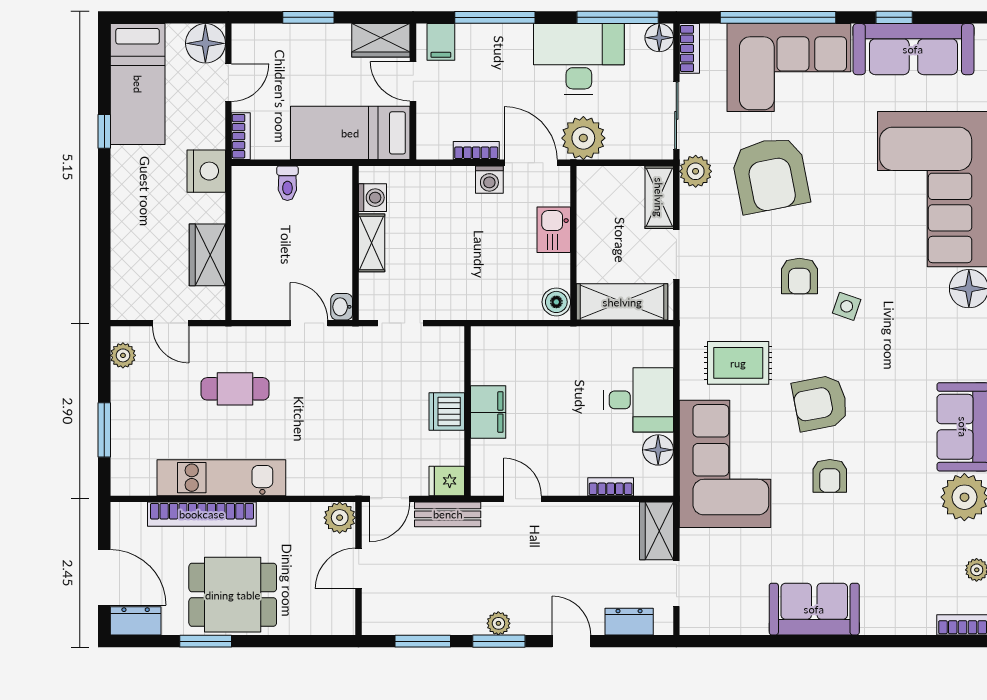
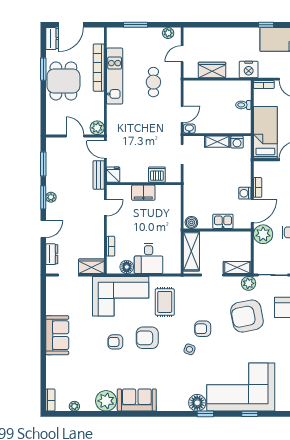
armchair: (820, 403) -> (147, 338), turned -79
dishwasher: (447, 412) -> (157, 175), moved

